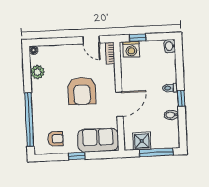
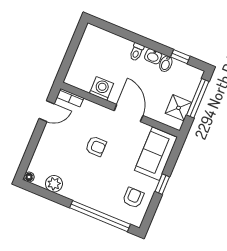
window: (138, 38) -> (67, 61), removed
washbasin: (170, 46) -> (153, 56), moved
washing machine: (131, 49) -> (101, 89), moved, turned -90
armchair: (82, 91) -> (96, 146), width x0.53, depth x0.53
window: (181, 98) -> (180, 57), moved

